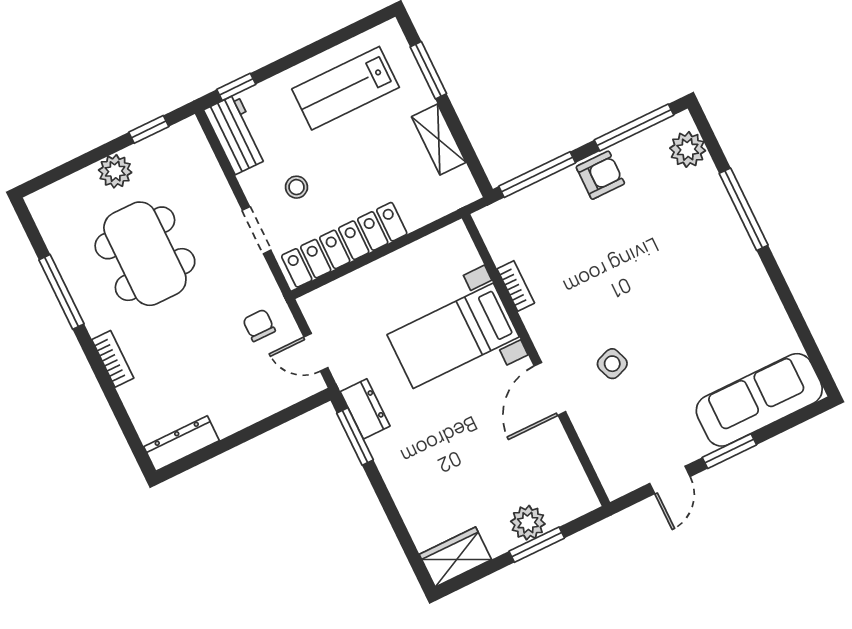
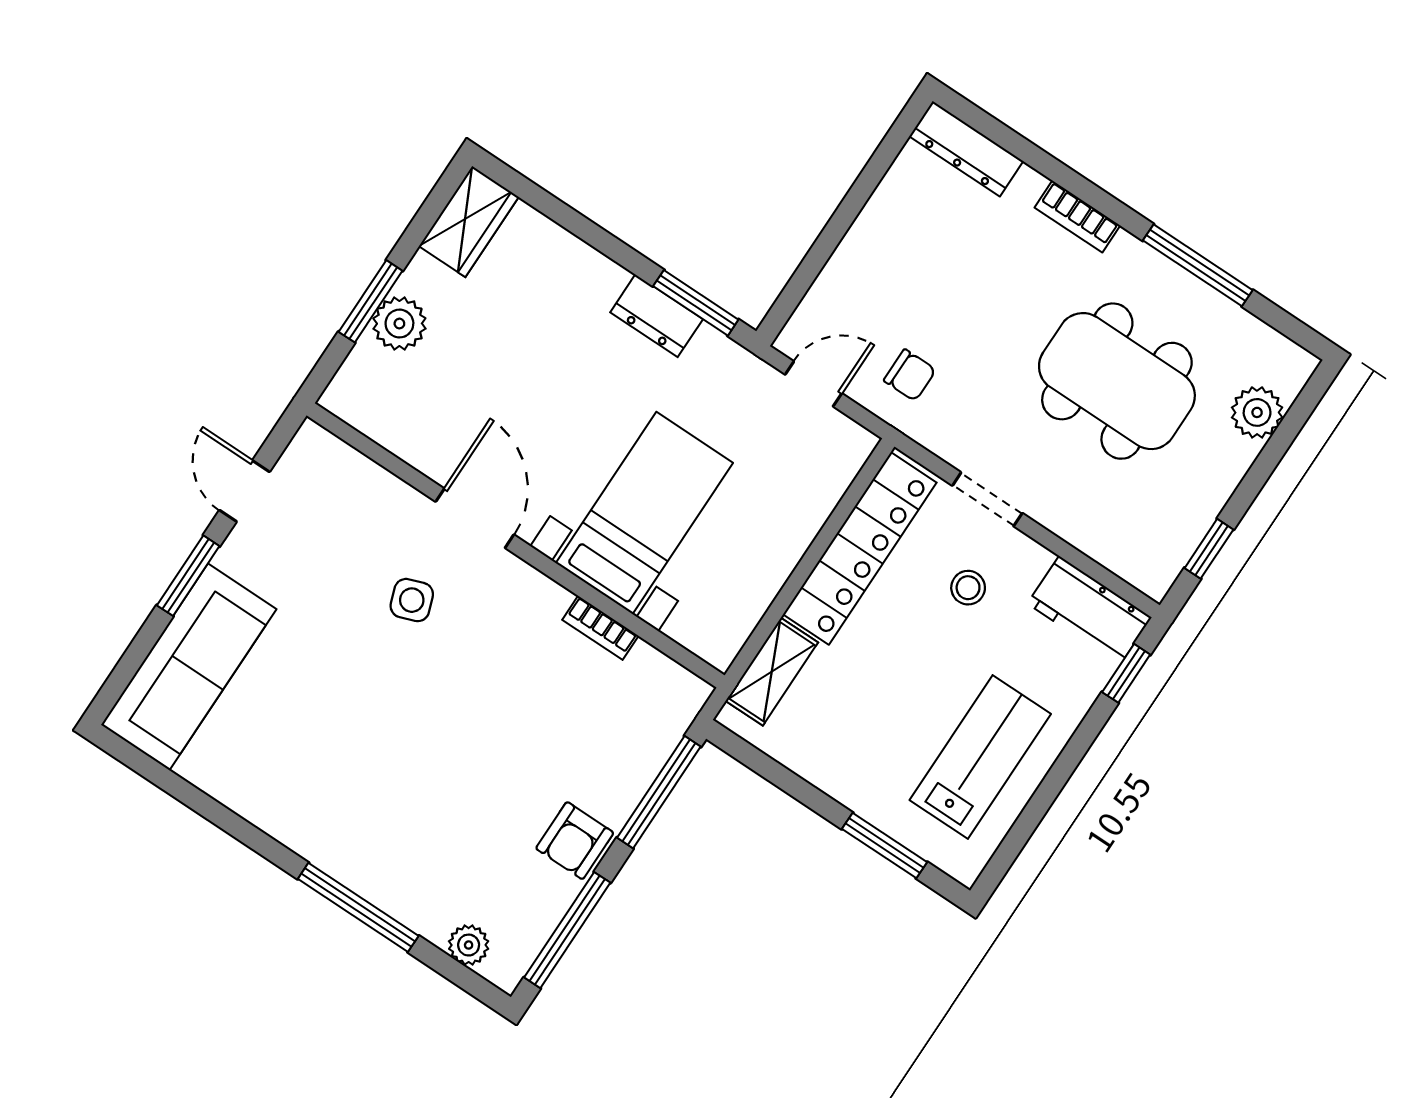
shelving: (439, 139) -> (772, 672), moved, turned 90
plant: (688, 149) -> (469, 945), width x0.73, depth x0.73
plant: (115, 171) -> (1257, 412), moved
dresser: (365, 409) -> (657, 316), moved
dresser: (181, 444) -> (966, 149), moved, turned 90

